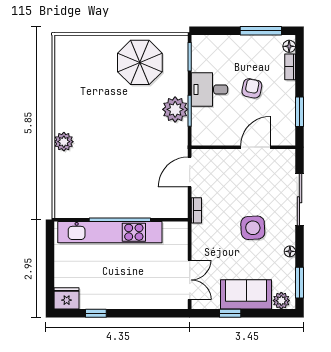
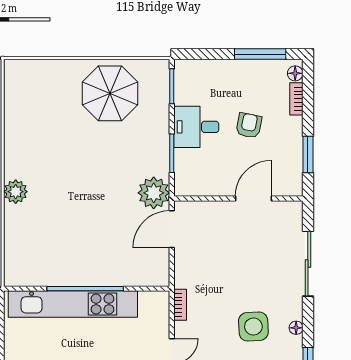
plant: (175, 109) -> (154, 193), moved
bookcase: (196, 210) -> (180, 305), moved
side table: (253, 228) -> (253, 327), moved

